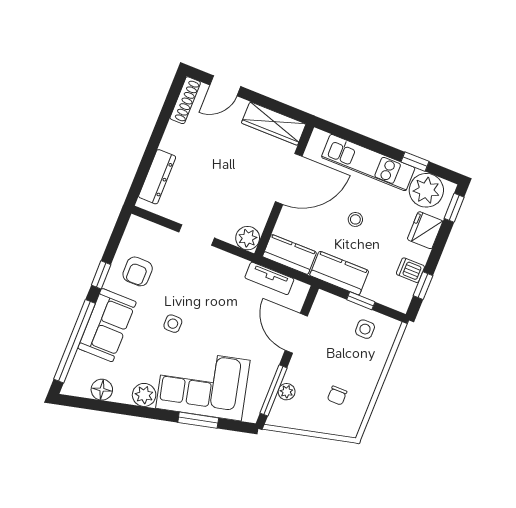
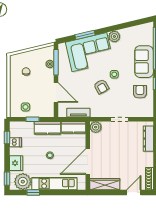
armchair: (206, 310) -> (101, 87), added
floor lamp: (102, 390) -> (135, 31), removed

